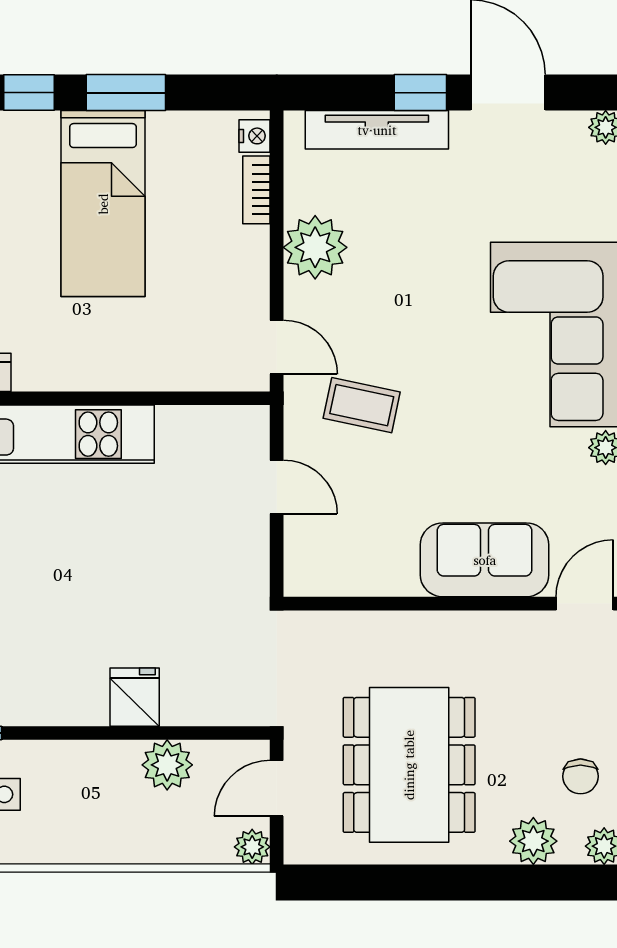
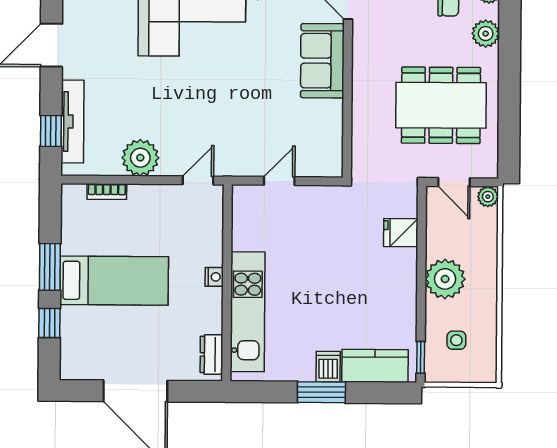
window: (420, 93) -> (51, 131), moved
nightstand: (255, 136) -> (214, 277), moved, turned 90
coffee table: (362, 405) -> (232, 131), removed
fridge: (135, 697) -> (401, 233), moved
plant: (167, 765) -> (445, 279), moved, width x1.36, depth x1.36

